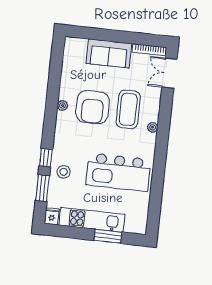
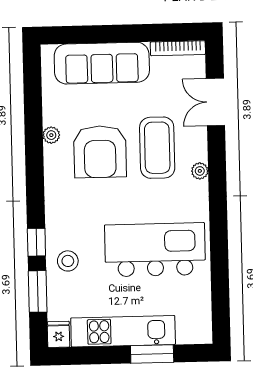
sofa: (109, 54) -> (102, 63), width x1.36
double door: (169, 73) -> (215, 102), moved
plant: (63, 106) -> (51, 135), moved
kitchen island: (118, 172) -> (155, 250), turned 180

